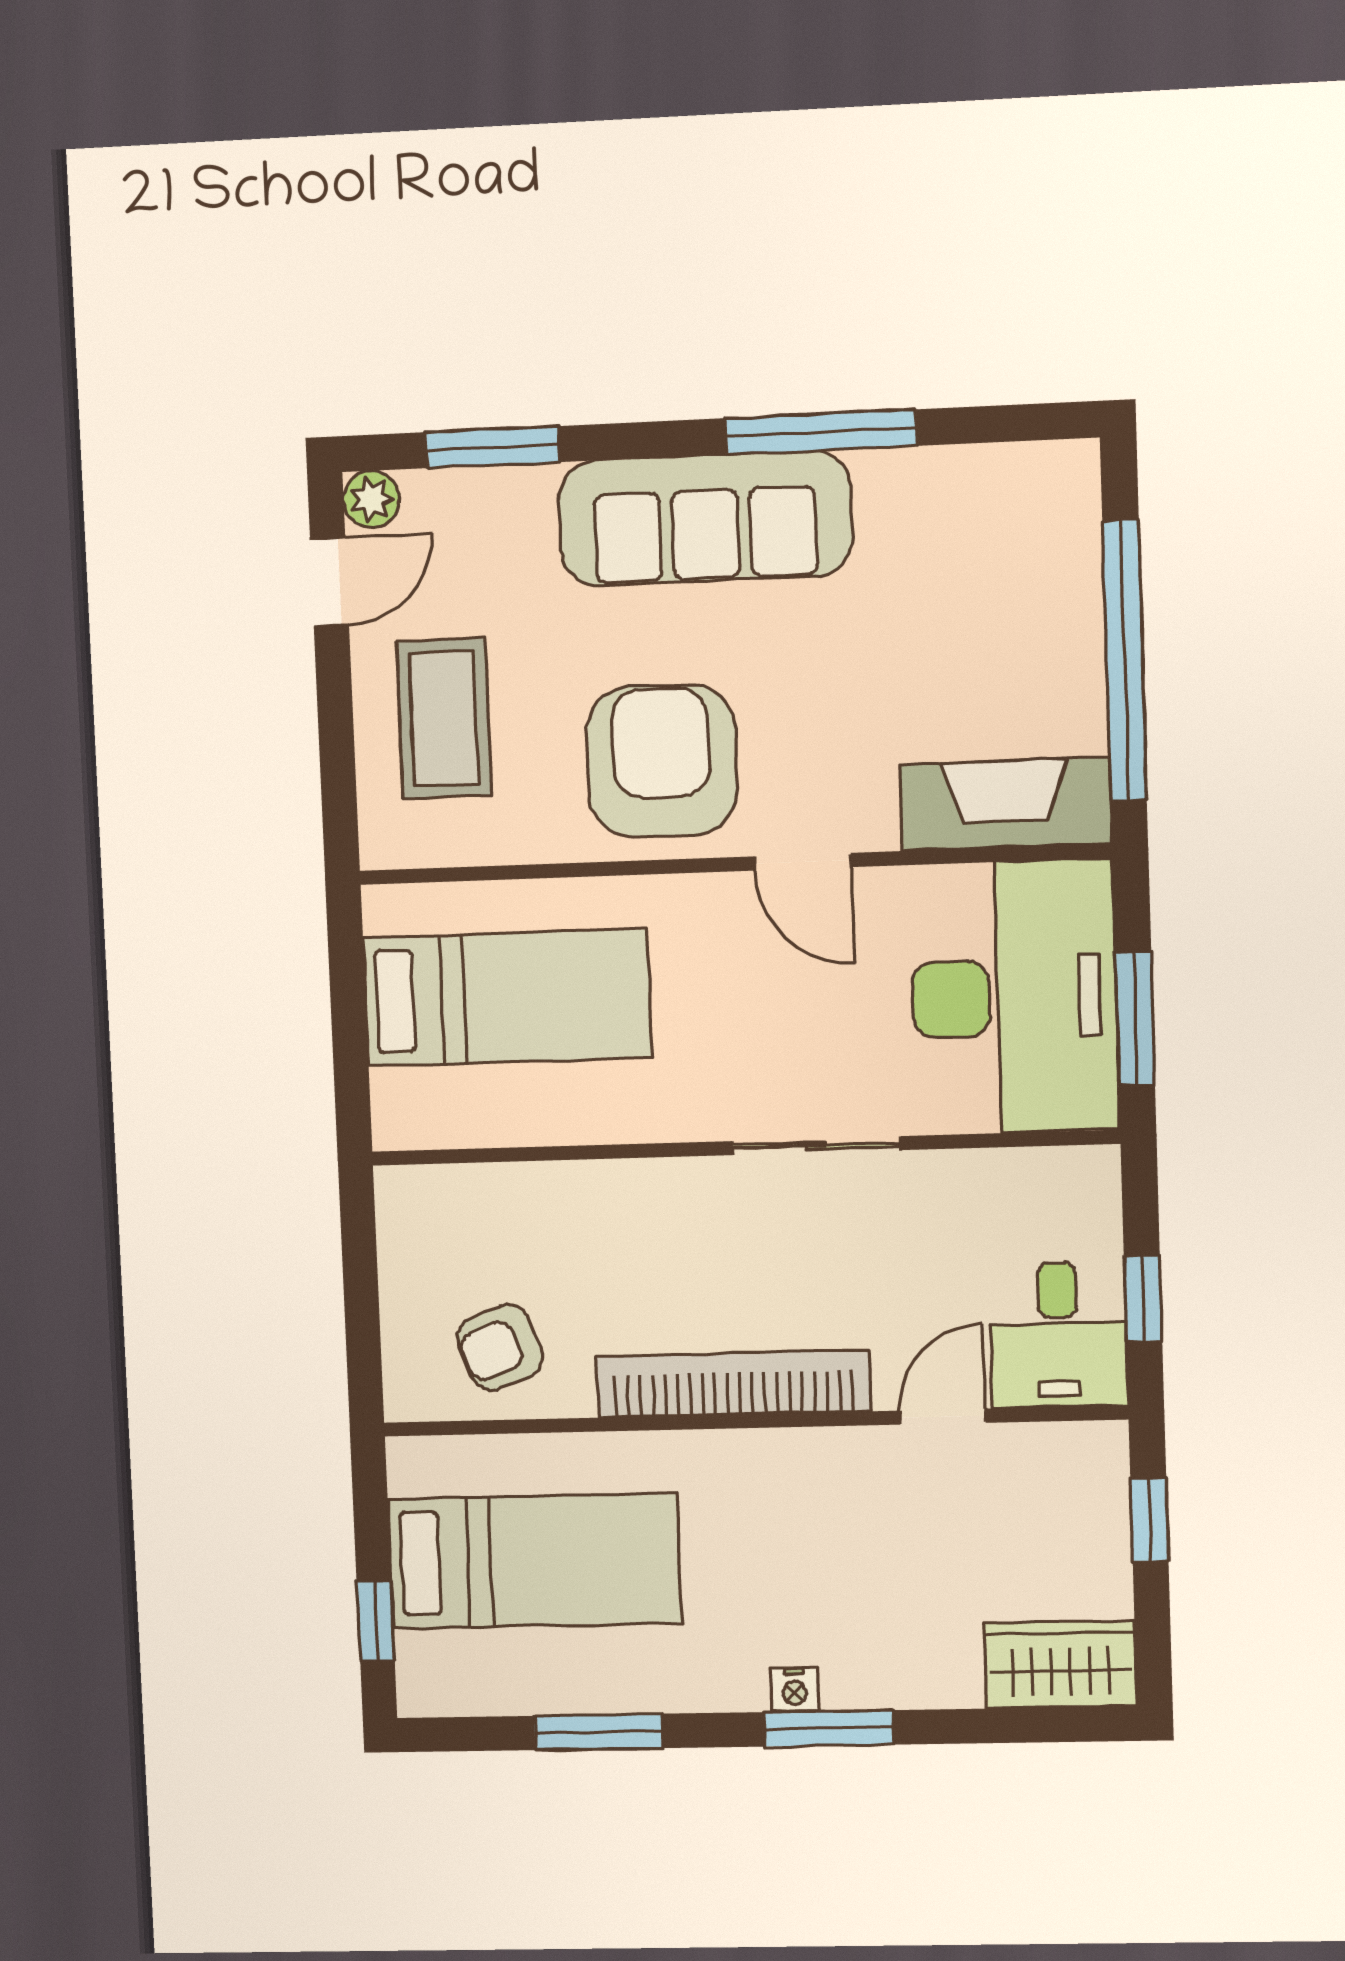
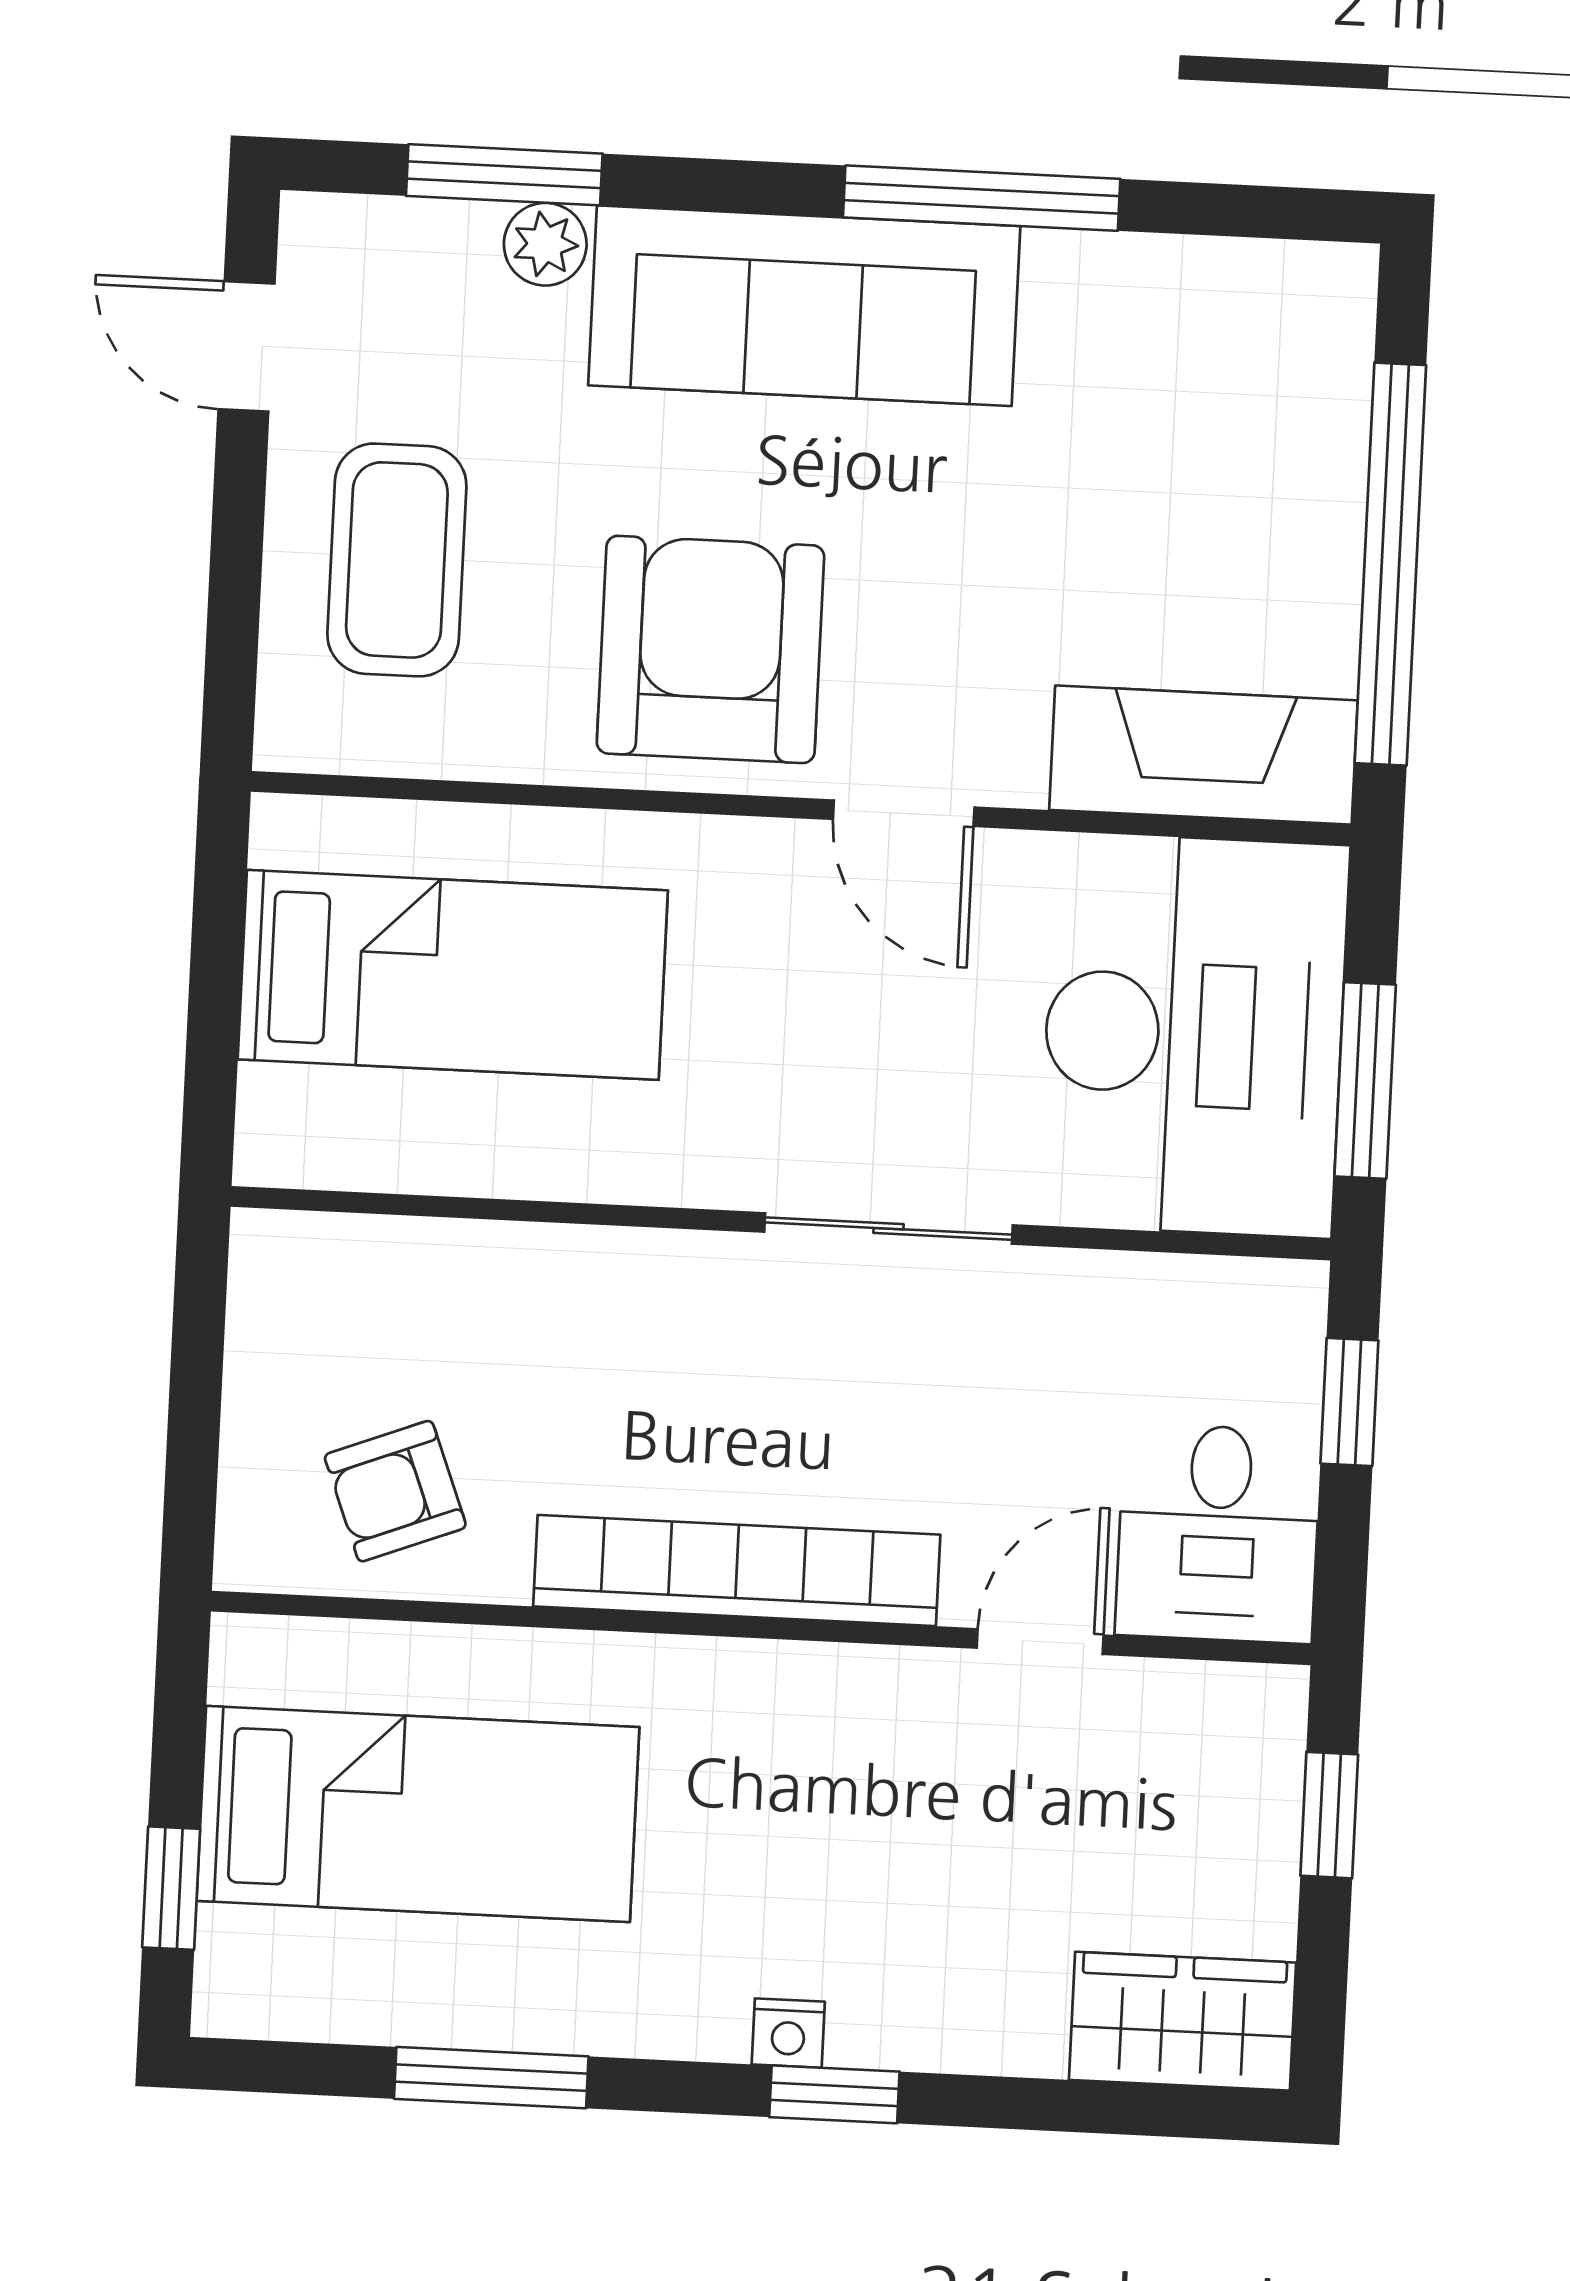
plant: (371, 499) -> (545, 244), moved
door: (330, 582) -> (247, 346), swing flipped
window: (1143, 1298) -> (1349, 1402), moved
window: (829, 1728) -> (834, 2094), width x0.67

